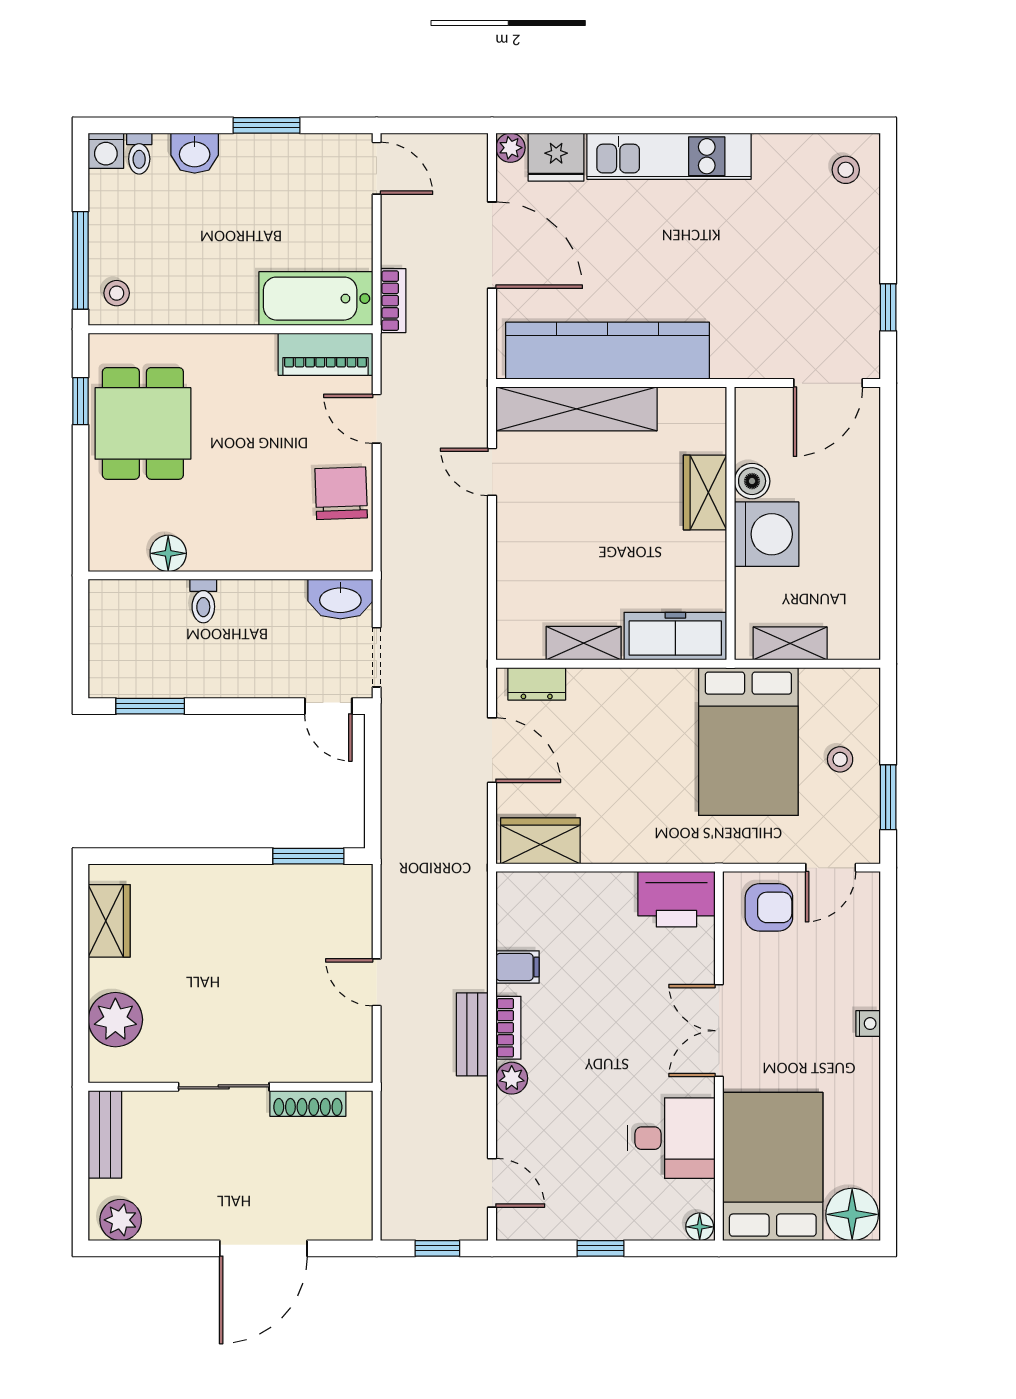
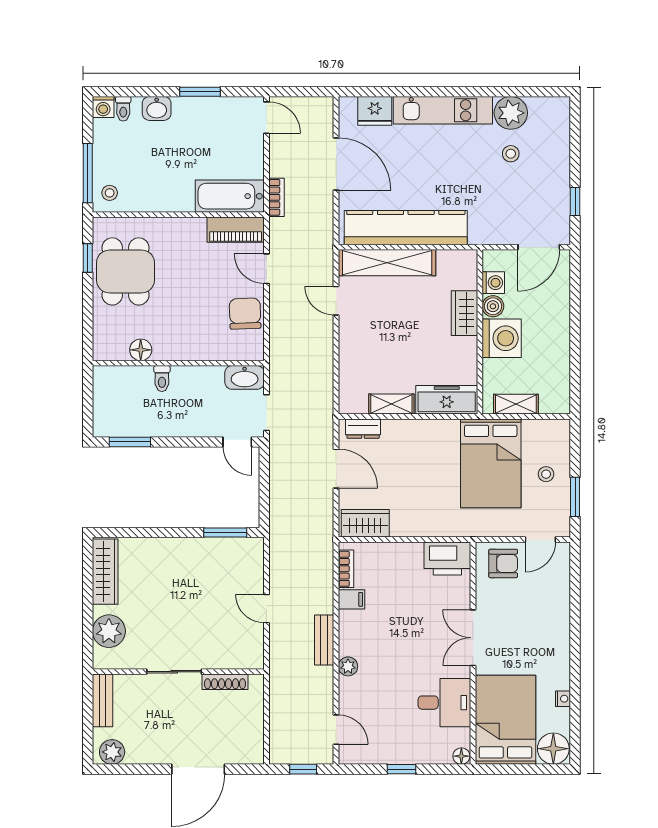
plant: (510, 148) -> (511, 113), moved, width x1.87, depth x1.87
stool: (846, 170) -> (511, 154), moved
washing machine: (753, 442) -> (493, 283), added
wardrobe: (109, 921) -> (105, 572), width x1.50
nightstand: (868, 1024) -> (563, 699), moved
bookcase: (508, 1028) -> (346, 569), moved

